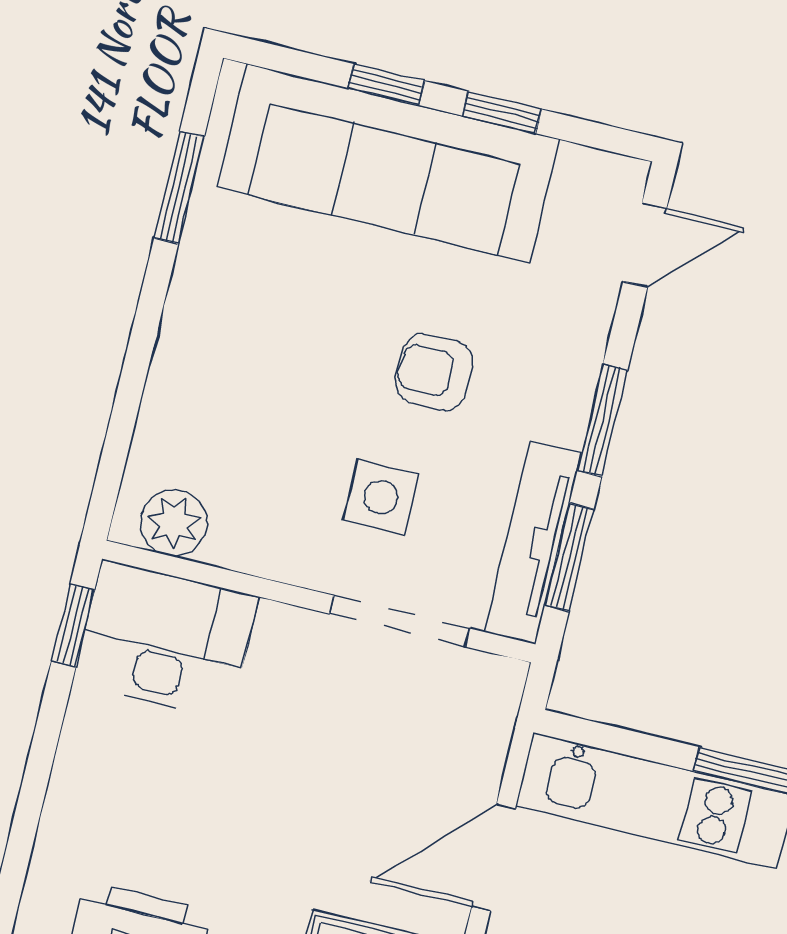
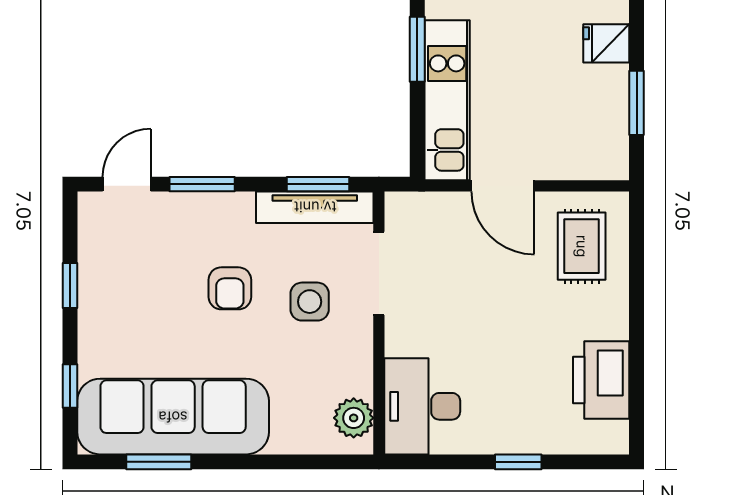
window: (386, 85) -> (70, 386), moved
sofa: (388, 163) -> (173, 417), moved, turned -90
door: (645, 245) -> (127, 184), hinge flipped
window: (602, 420) -> (202, 184), moved
window: (73, 626) -> (518, 462), moved

